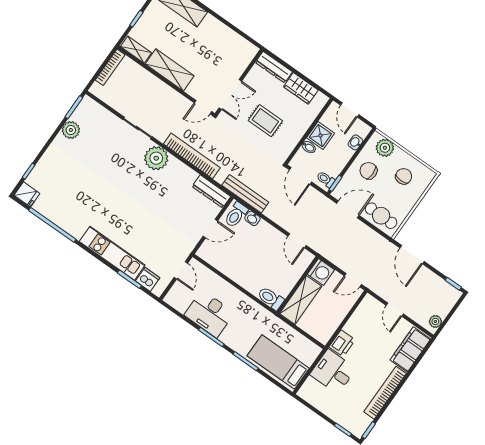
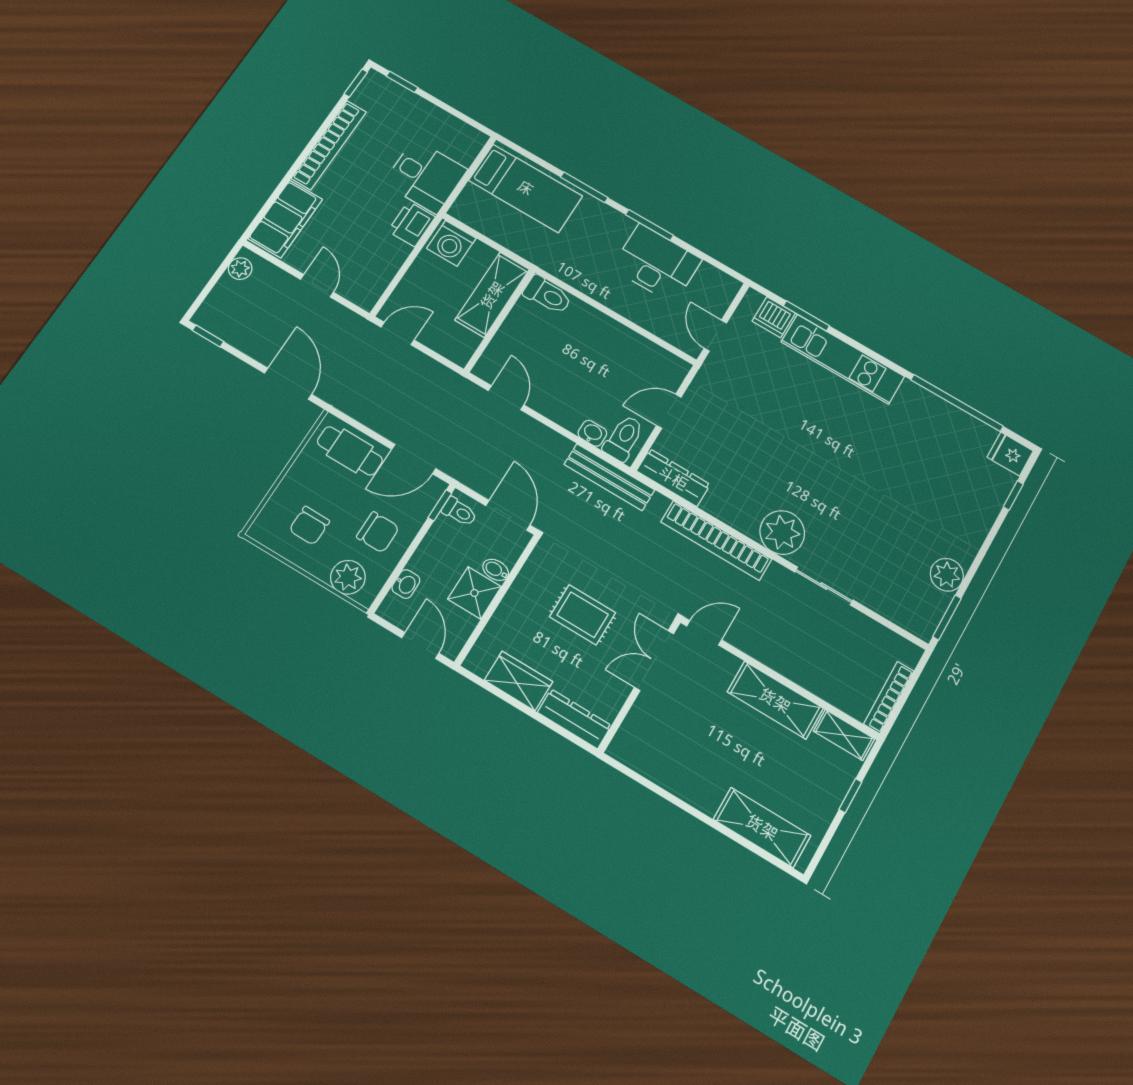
washing machine: (321, 272) -> (451, 243), moved, turned -90

